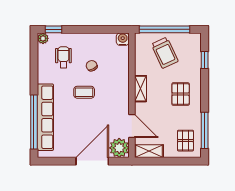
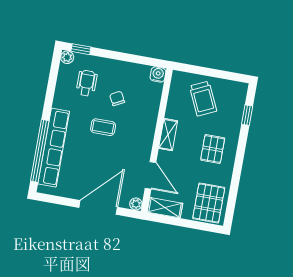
window: (164, 29) -> (208, 72), removed
window: (205, 130) -> (233, 195), removed
pallet: (185, 141) -> (209, 203), width x1.50, depth x1.42
plant: (119, 148) -> (136, 204), width x0.53, depth x0.53

